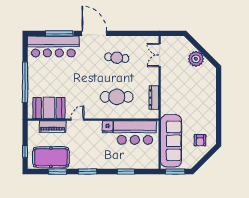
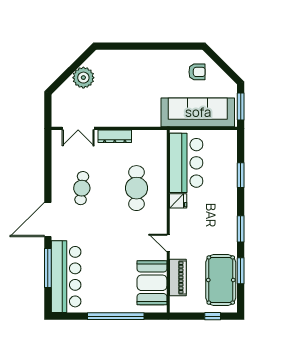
dresser: (154, 98) -> (115, 136), moved

